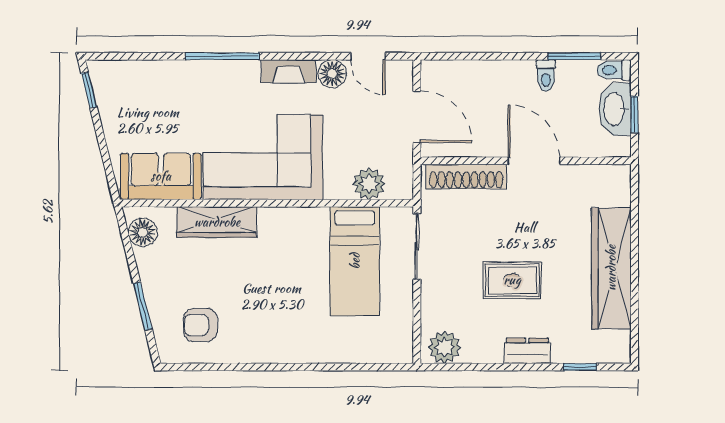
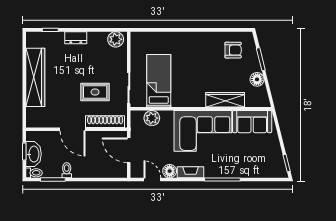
floor lamp: (143, 232) -> (257, 79), moved
rug: (512, 280) -> (95, 92), moved

